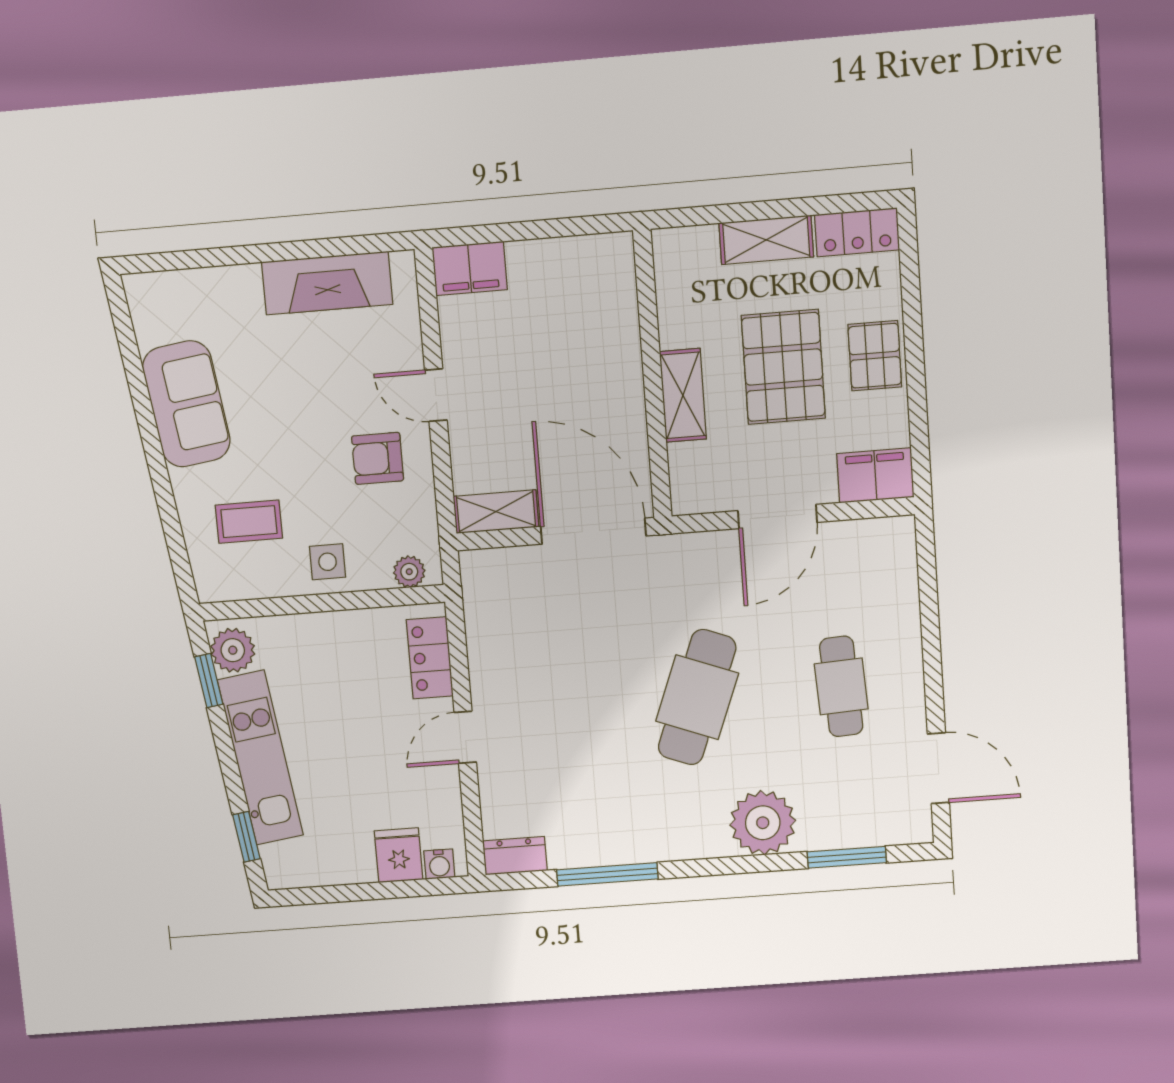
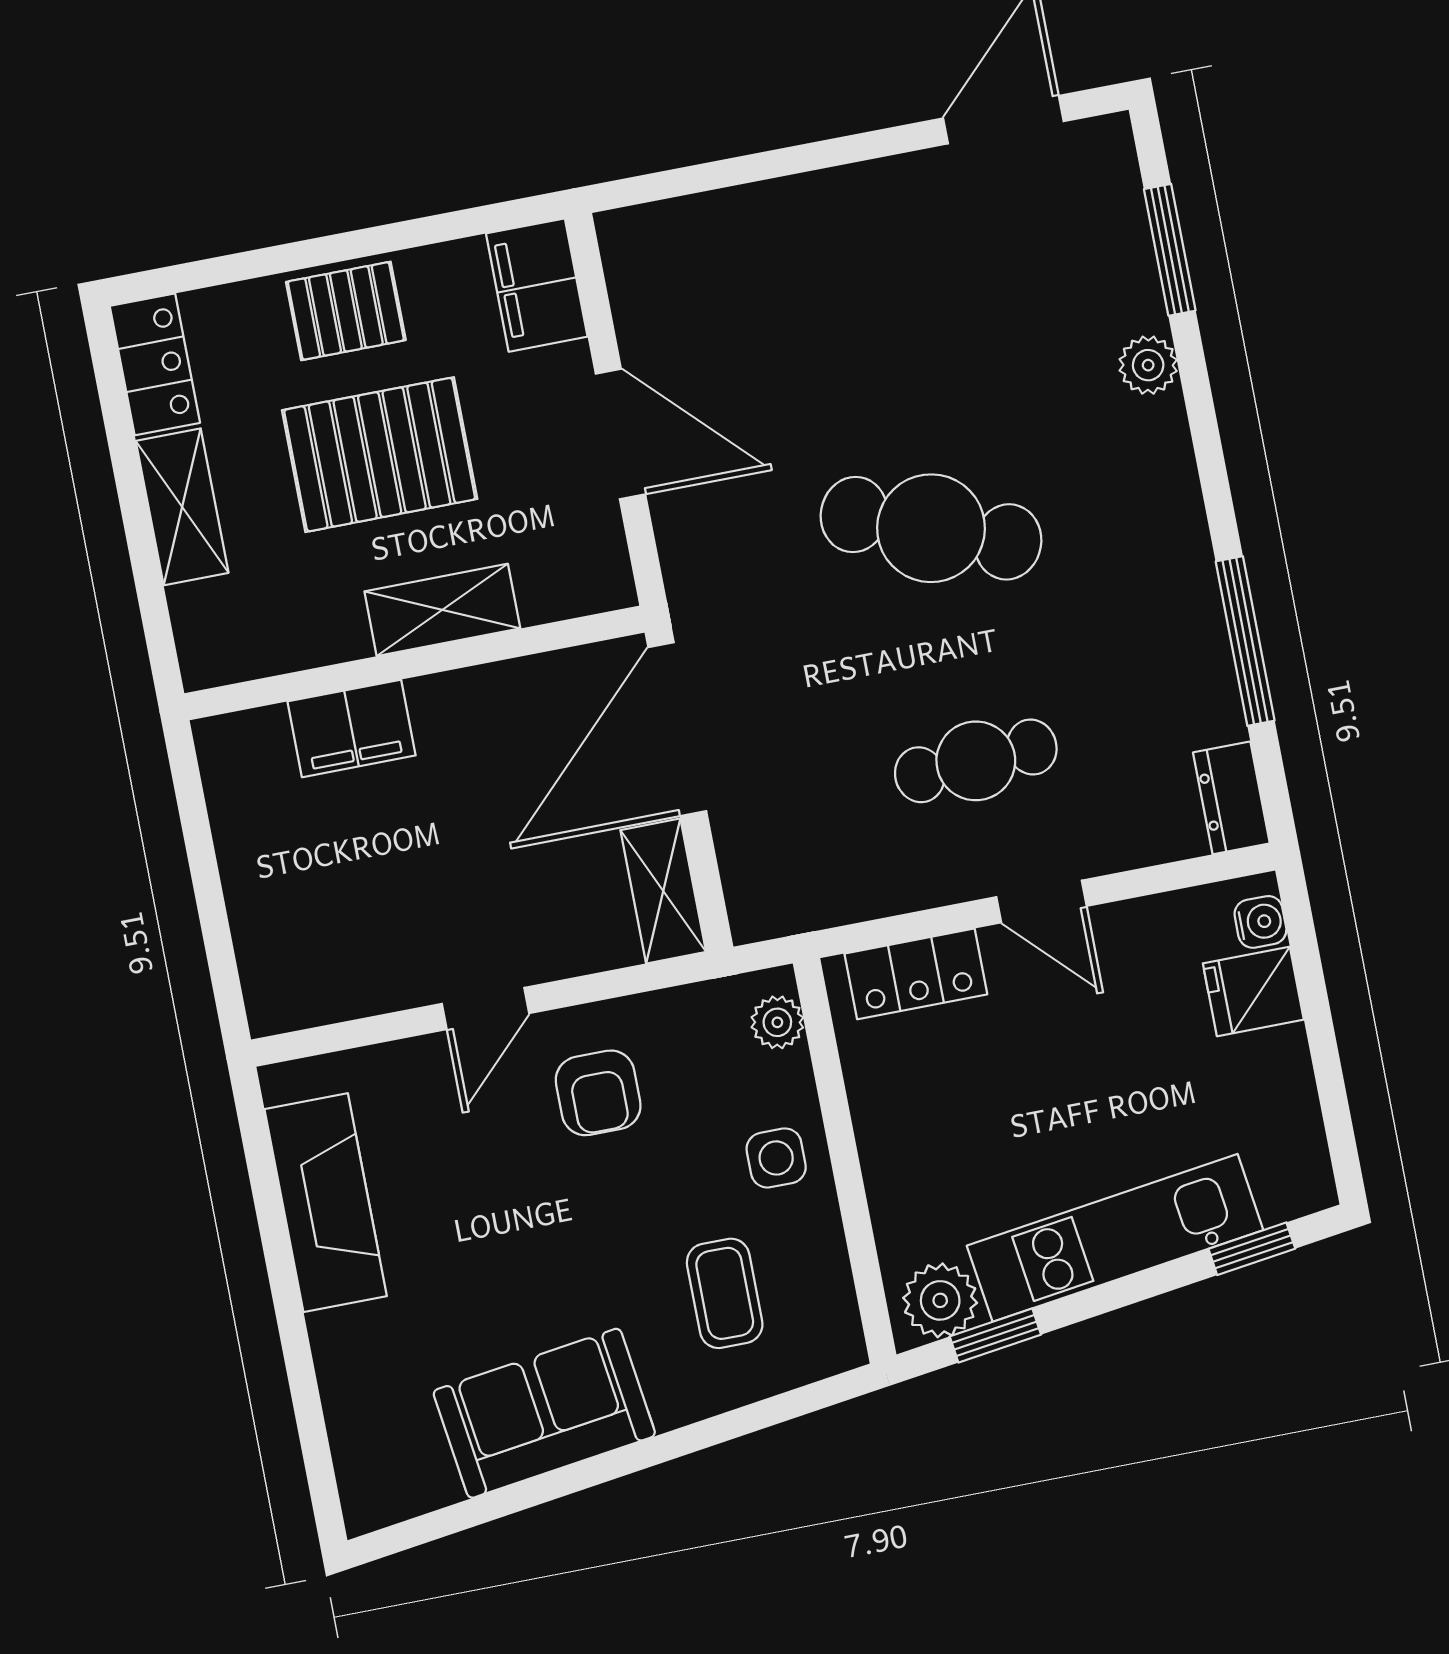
filing cabinet: (470, 269) -> (352, 728), moved, turned 90
cafe table: (841, 686) -> (976, 761), moved
plant: (763, 823) -> (1148, 365), width x0.53, depth x0.53

